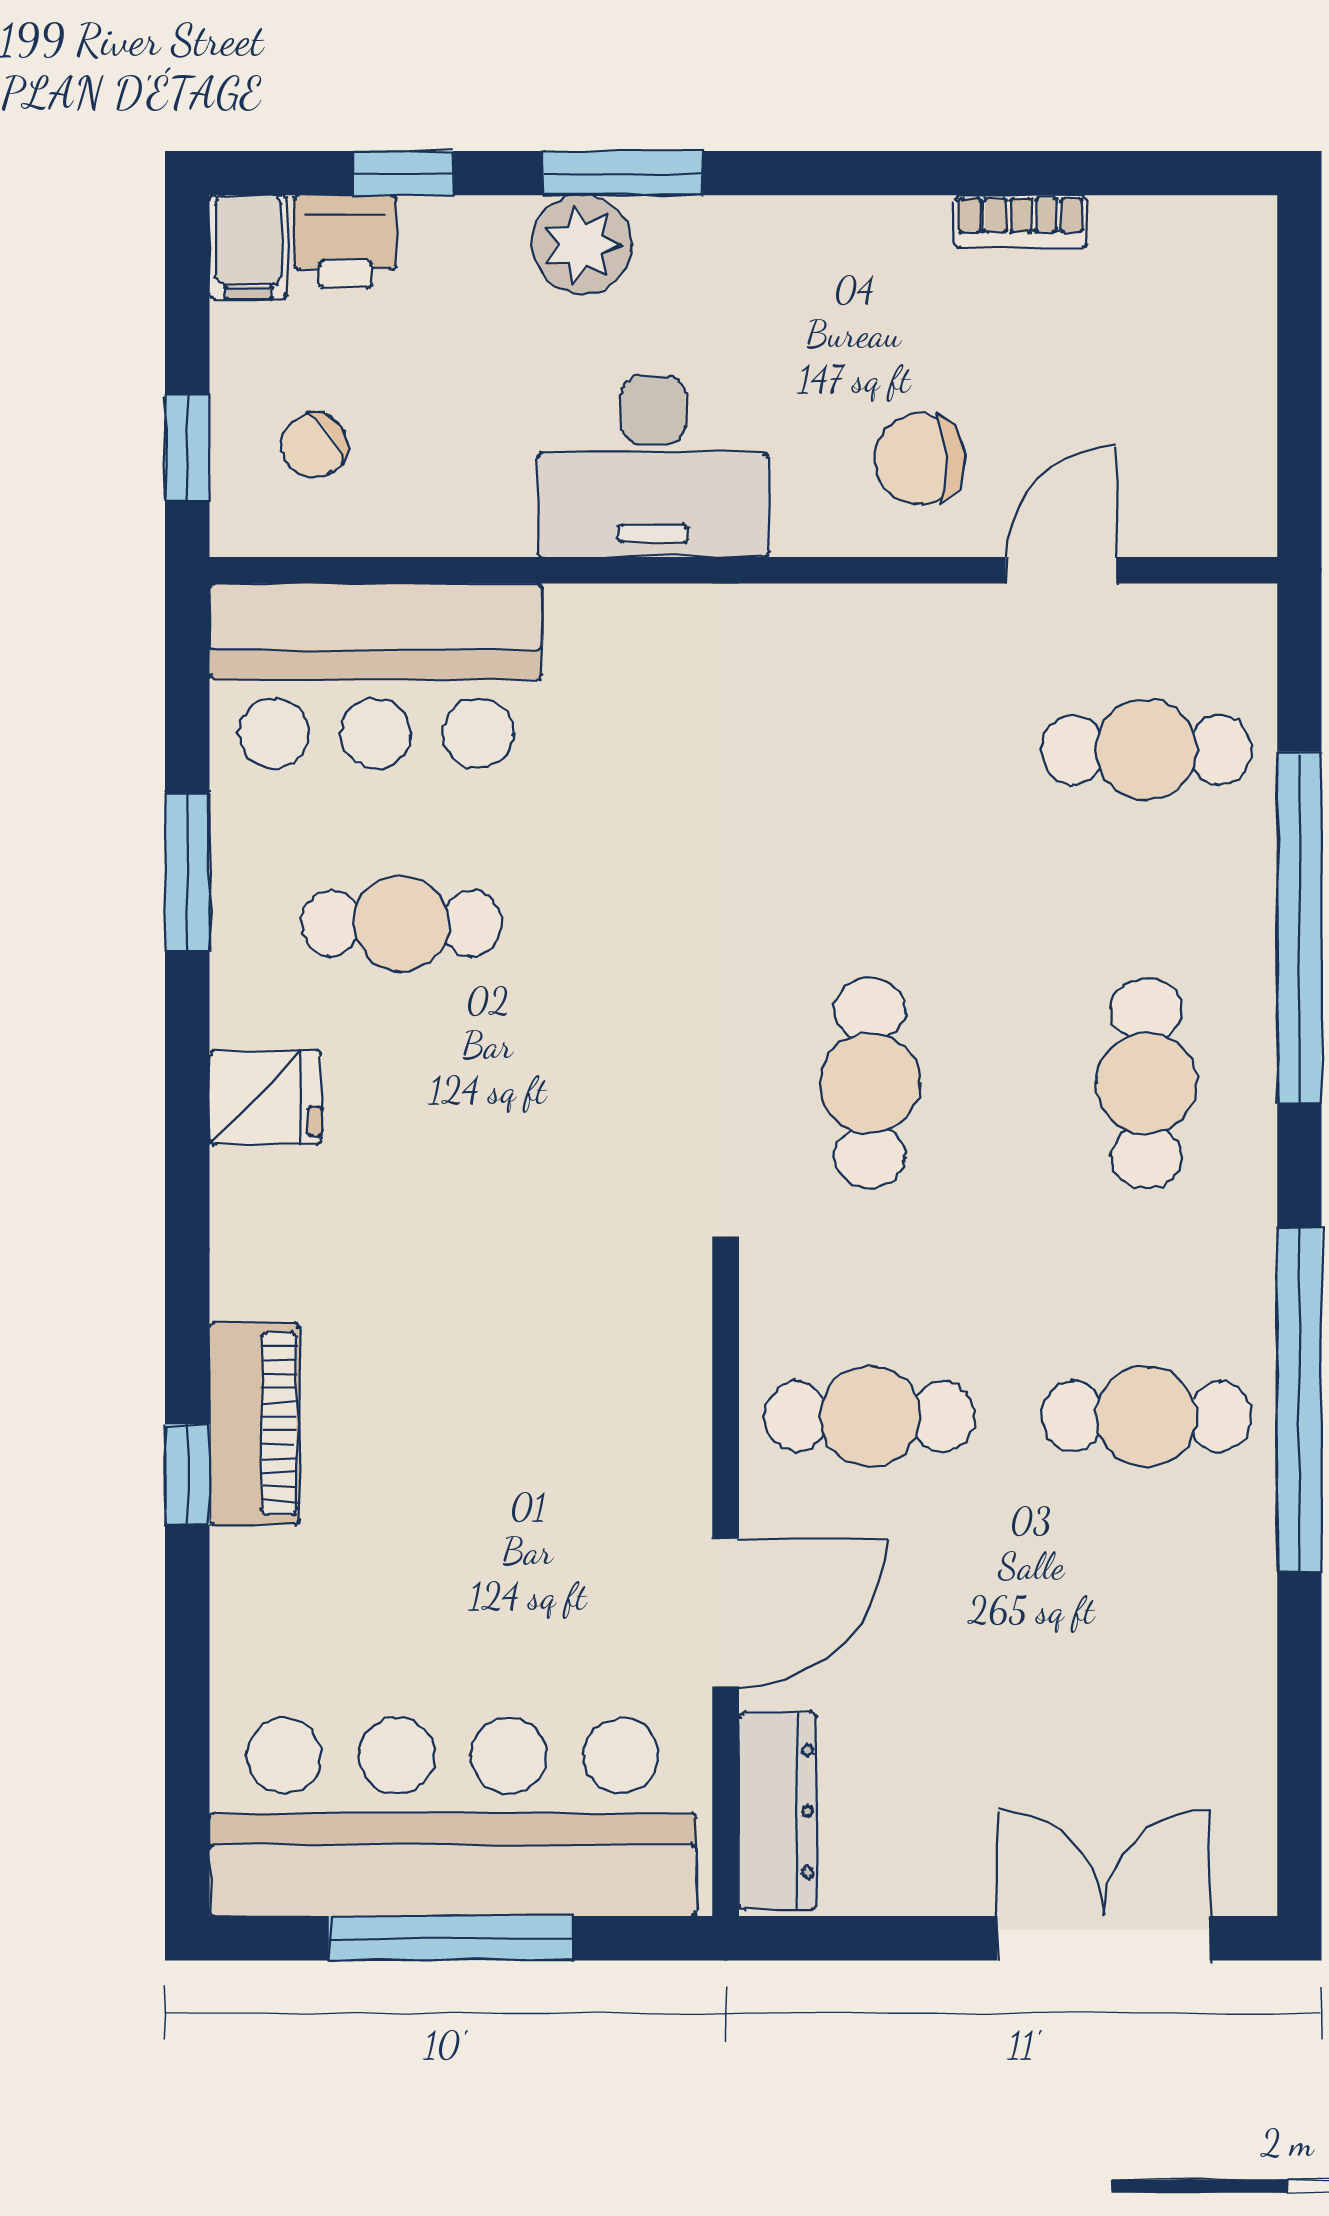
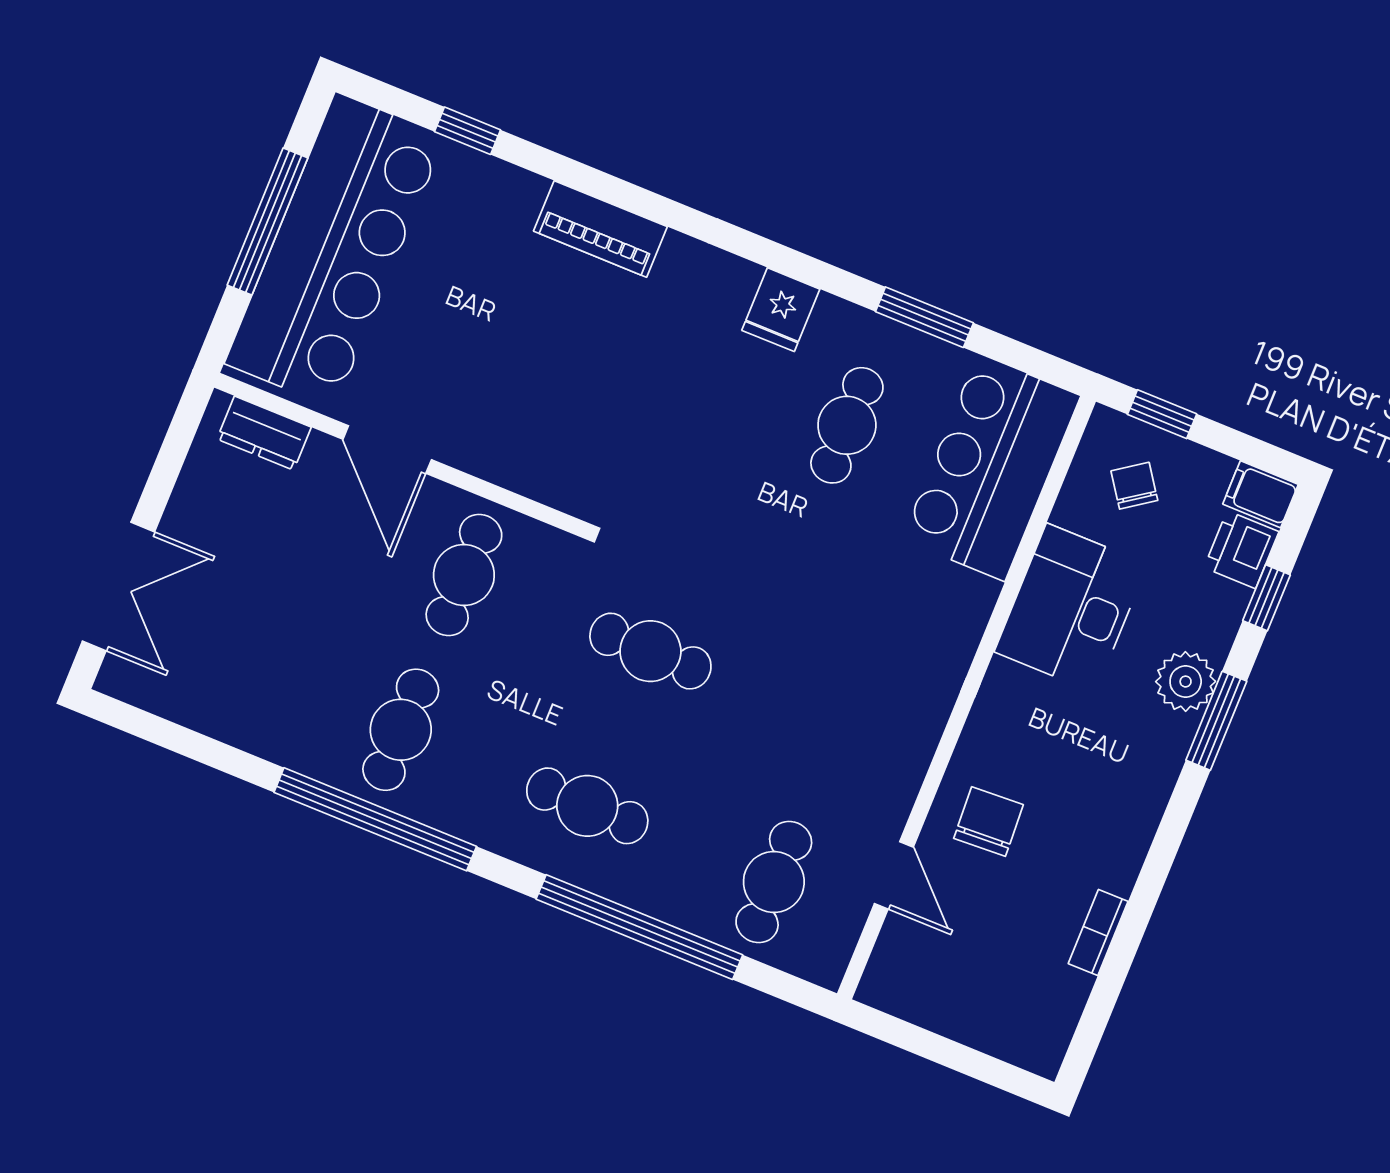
desk: (653, 466) -> (1071, 608), moved
window: (187, 1475) -> (468, 131), moved
dresser: (777, 1811) -> (264, 433), width x0.70

